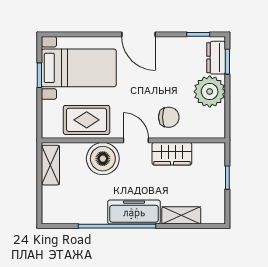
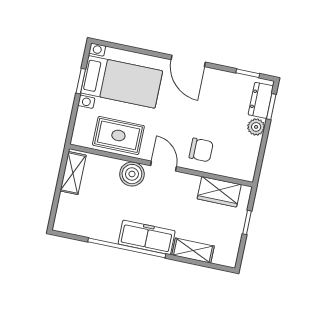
plant: (210, 92) -> (256, 127), width x0.53, depth x0.53
wardrobe: (172, 154) -> (219, 192), moved
boiler: (103, 159) -> (132, 174), width x0.73, depth x0.73

